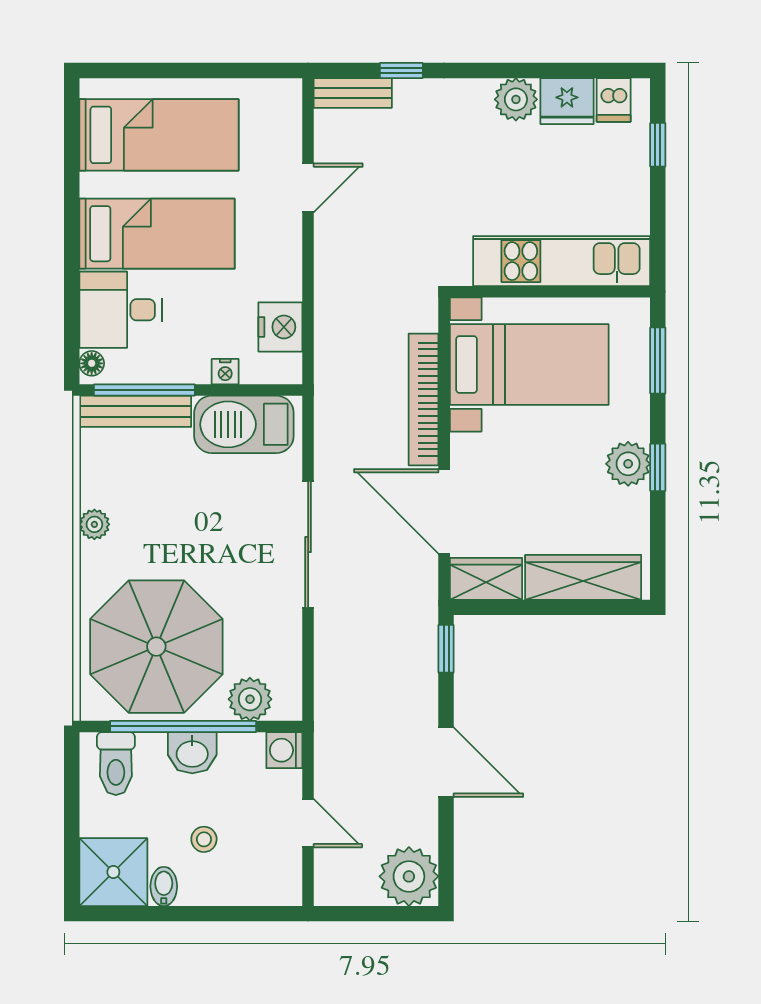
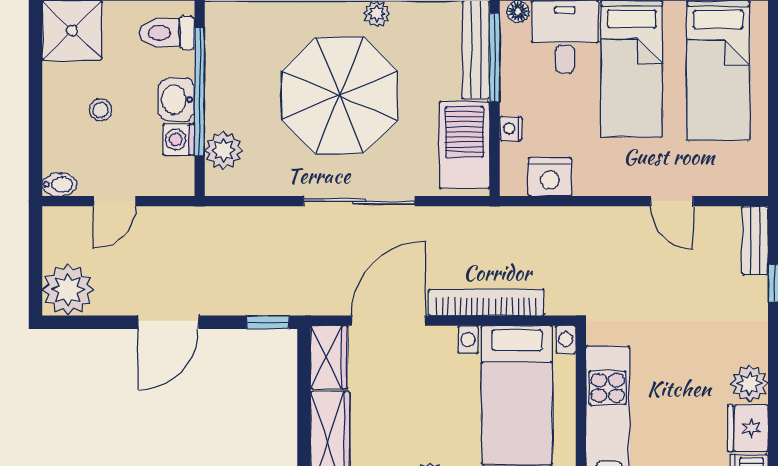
parasol: (156, 647) -> (340, 95), moved
washing machine: (284, 750) -> (179, 140), moved, turned -90
bidet: (164, 886) -> (59, 185), moved

